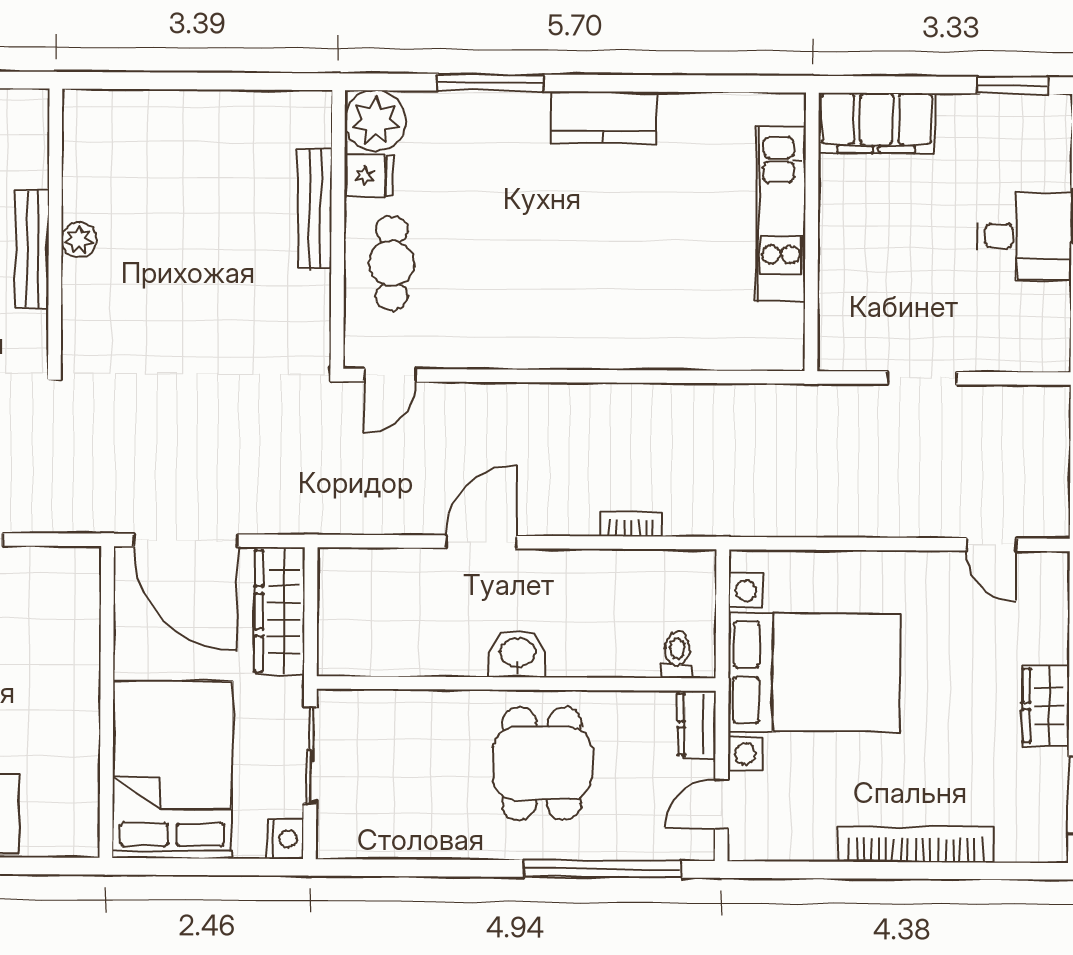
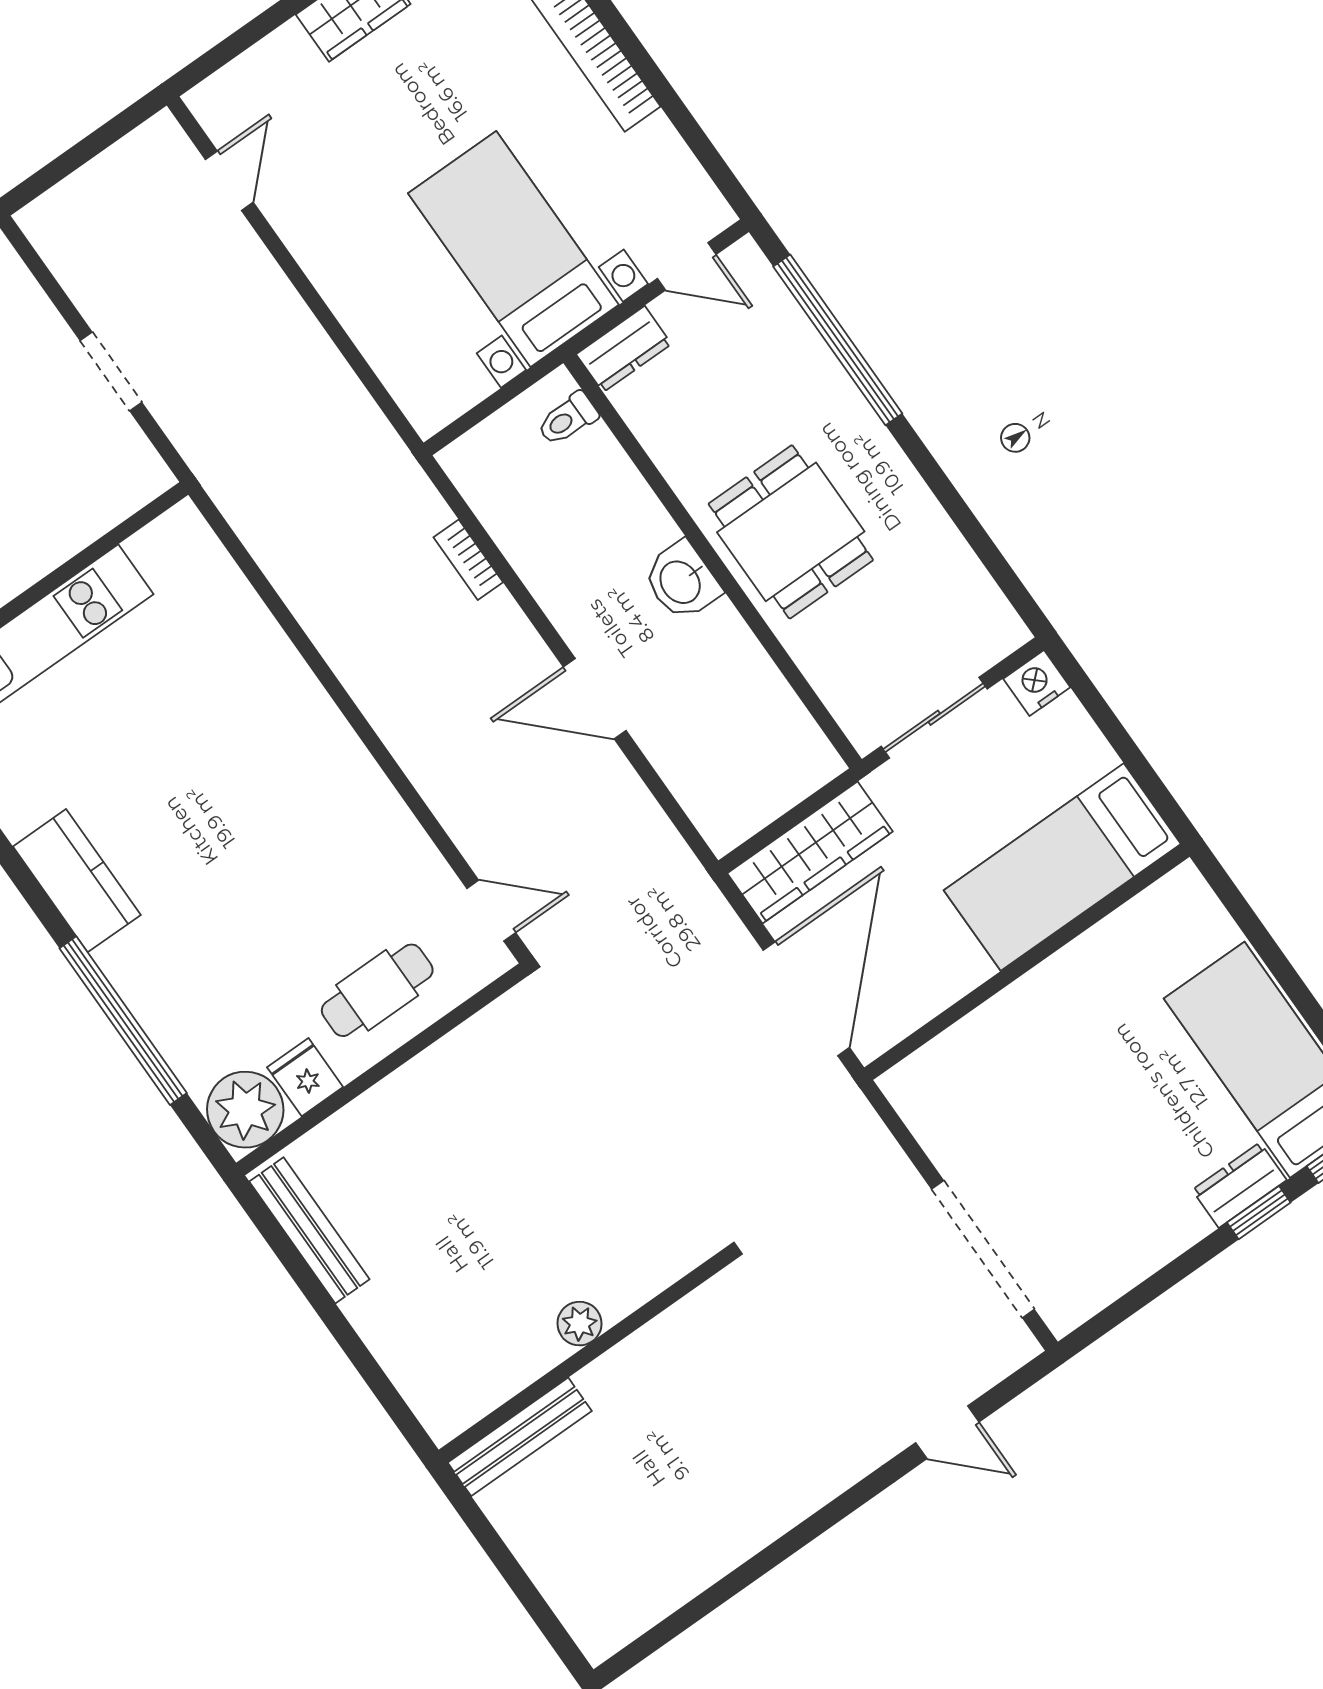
window: (491, 83) -> (123, 1021), width x1.46
bench: (315, 209) -> (309, 1230), moved, turned 90
bench: (32, 249) -> (520, 1437), moved
bed with nightstands: (814, 673) -> (513, 249), width x0.73
dining table: (542, 764) -> (791, 532), moved, turned 90
bed: (172, 770) -> (1062, 867), width x0.67

